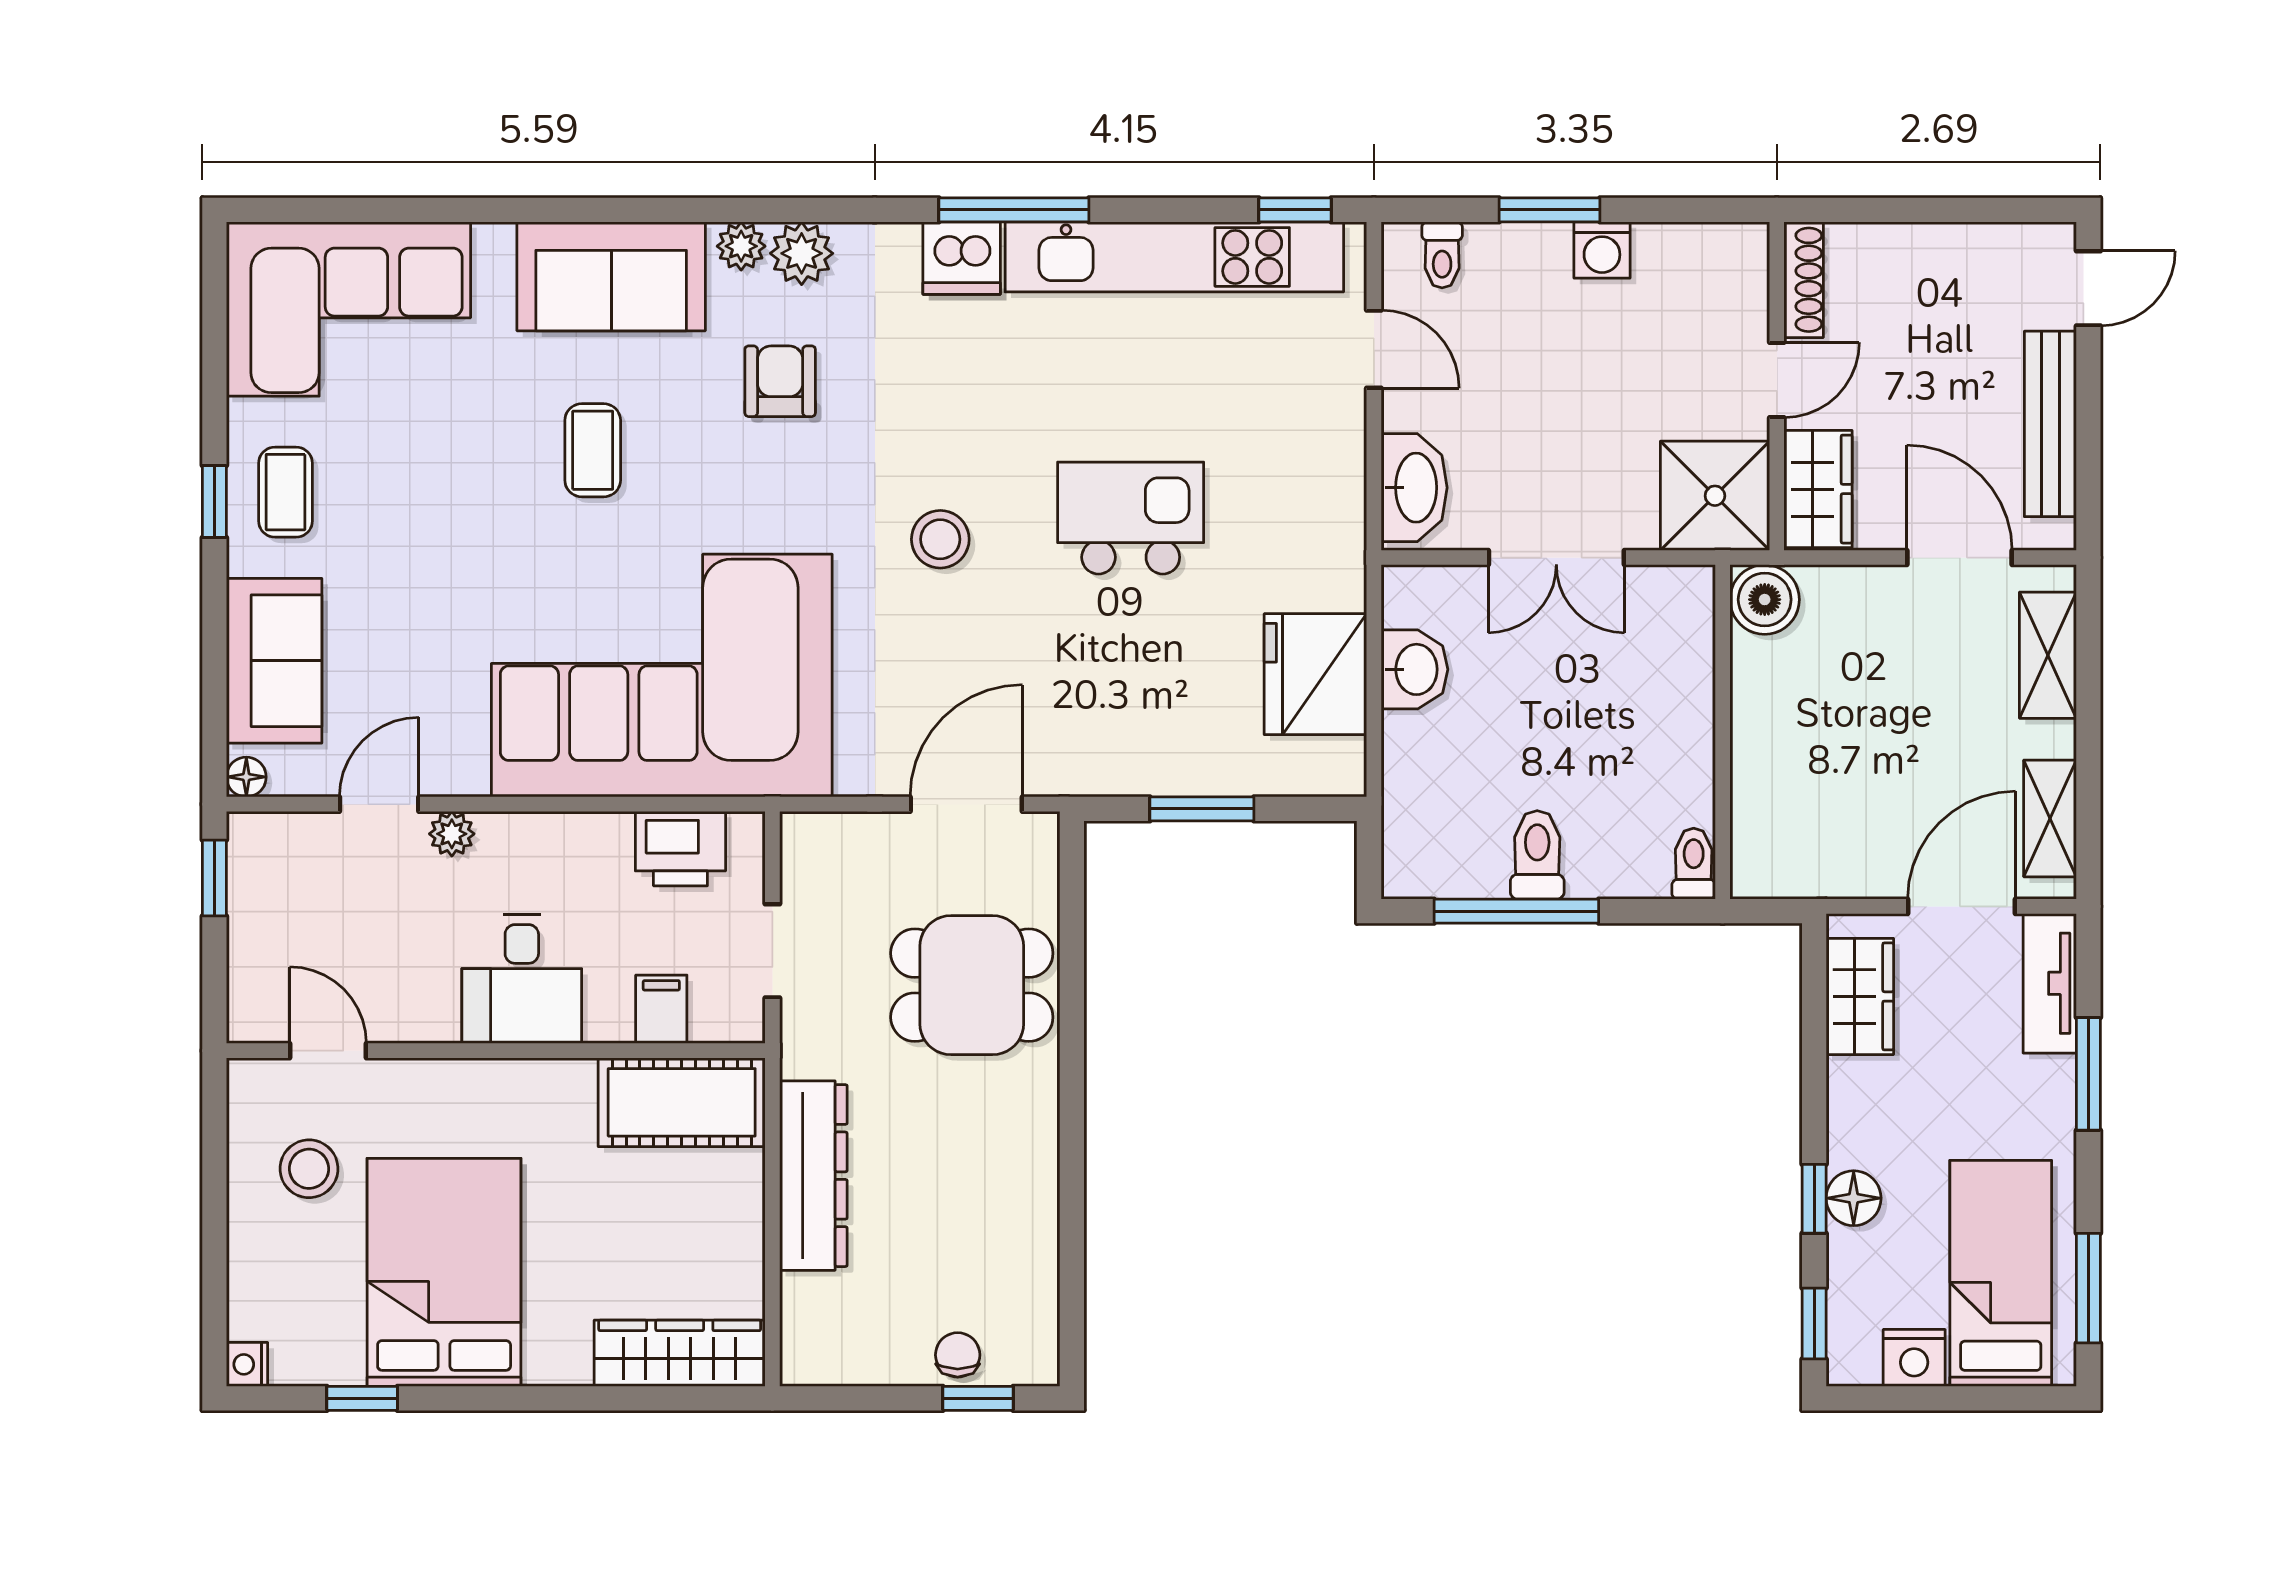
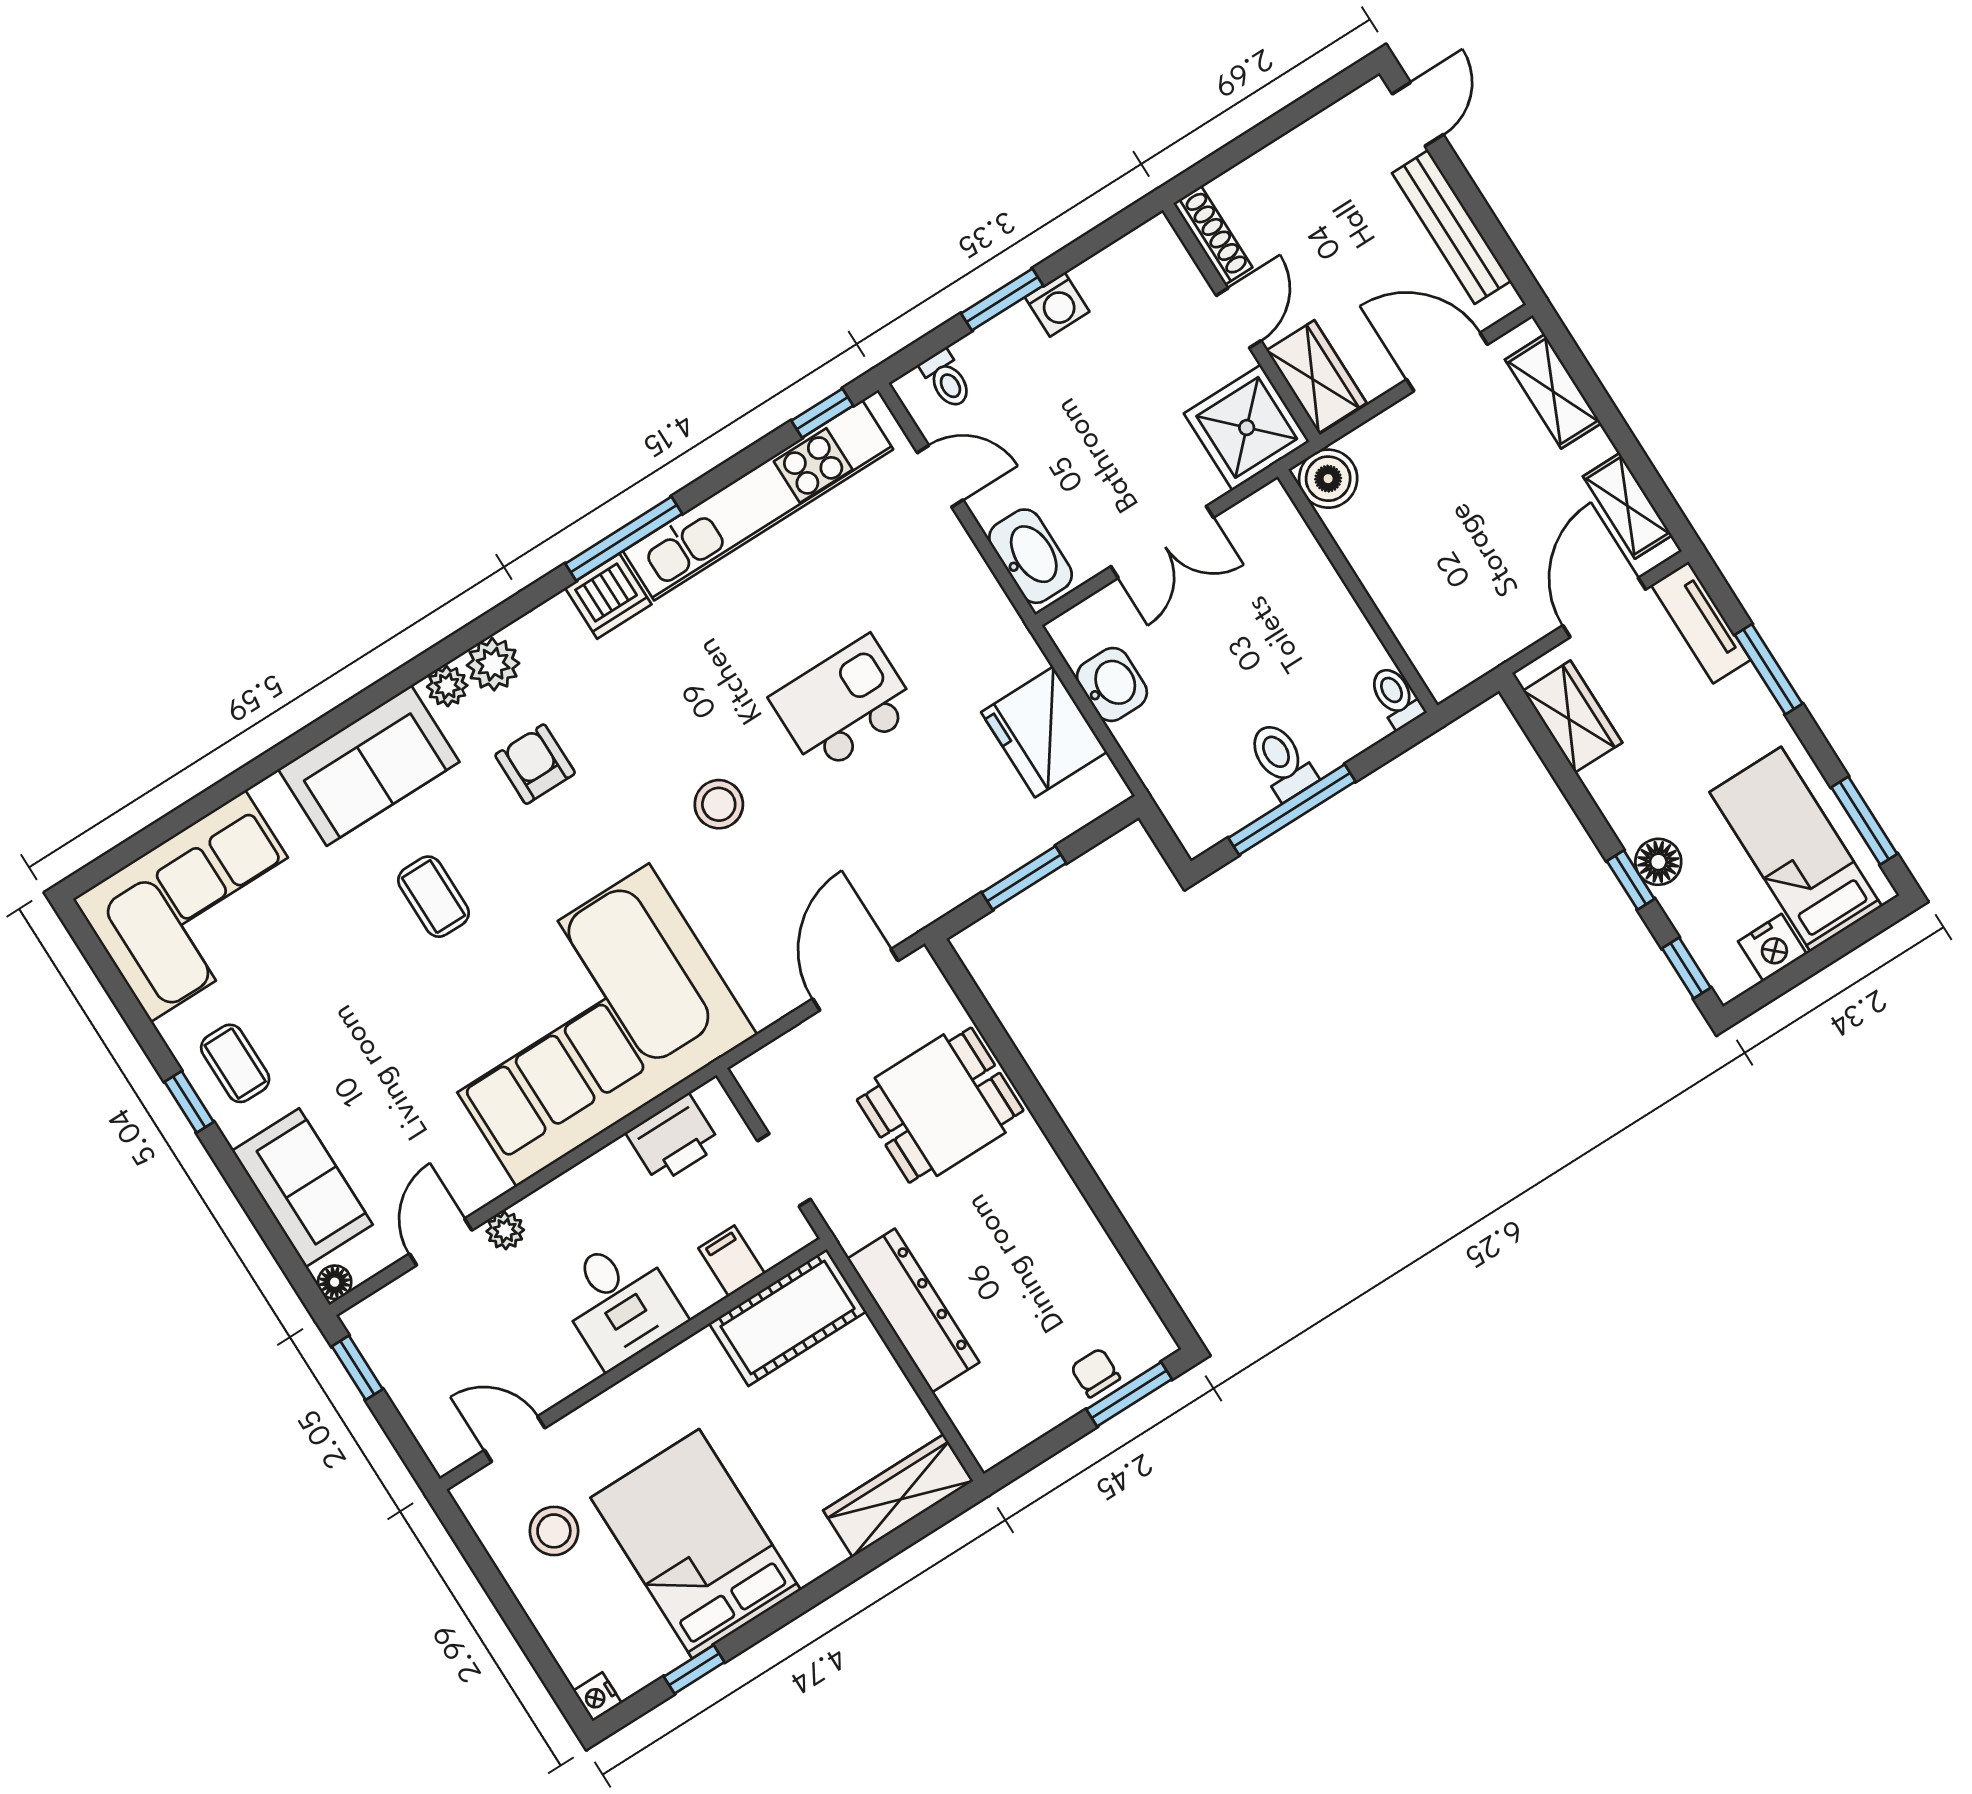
window: (978, 1398) -> (1129, 1394), width x1.50

